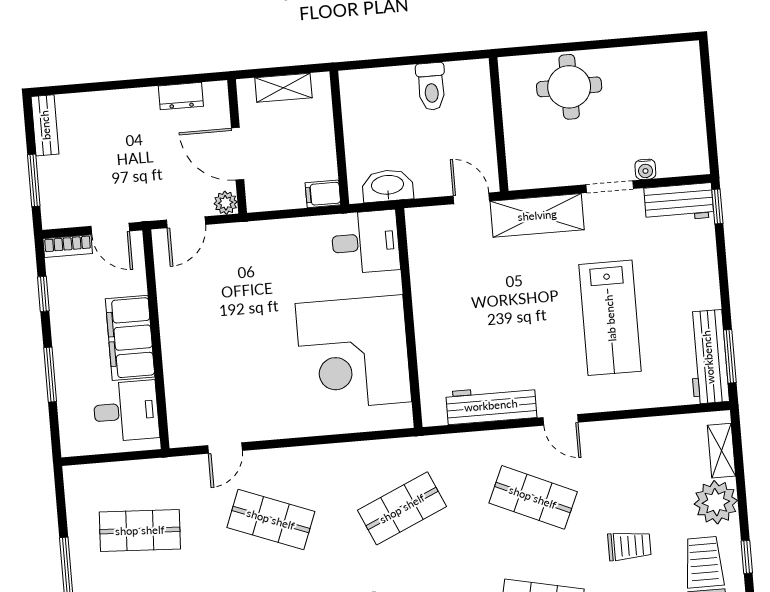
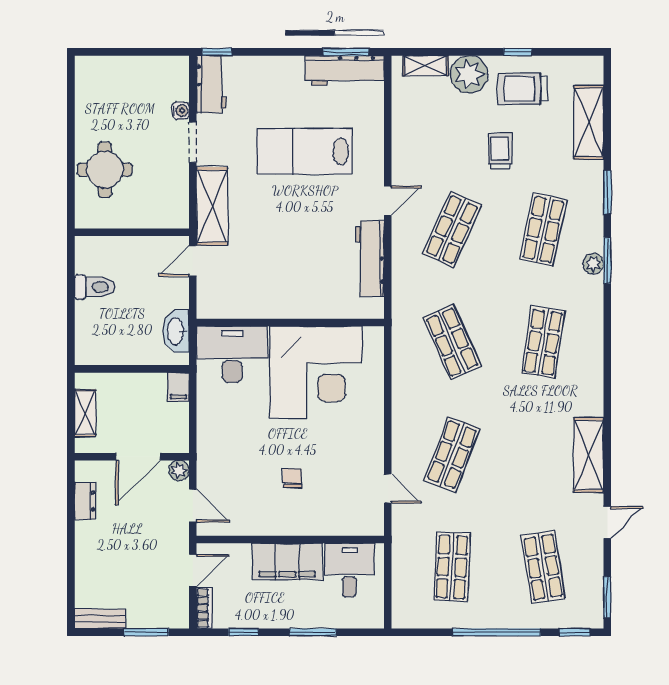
desk: (365, 242) -> (232, 354), width x1.37
lab bench: (610, 318) -> (304, 151), turned 180
chair: (228, 336) -> (292, 478), added

